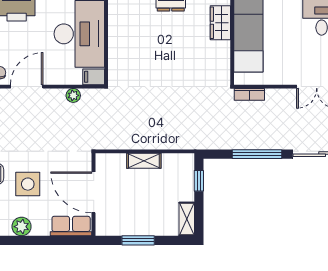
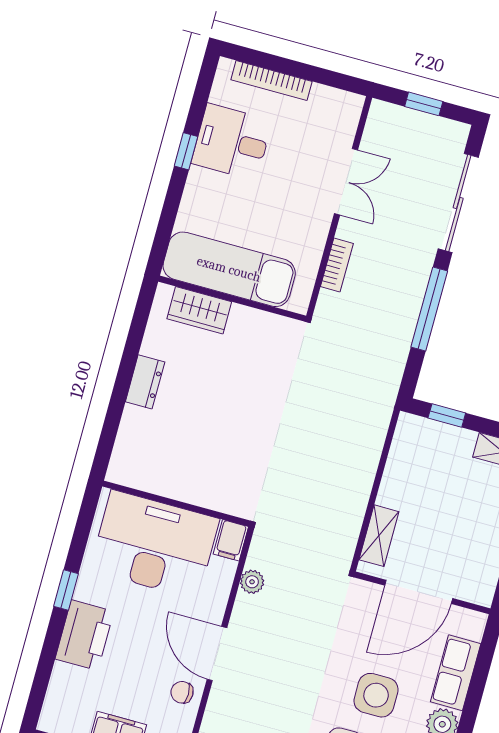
bookcase: (249, 94) -> (337, 265), moved
shelving: (144, 161) -> (379, 536), moved
row of seats: (71, 226) -> (456, 673), moved

